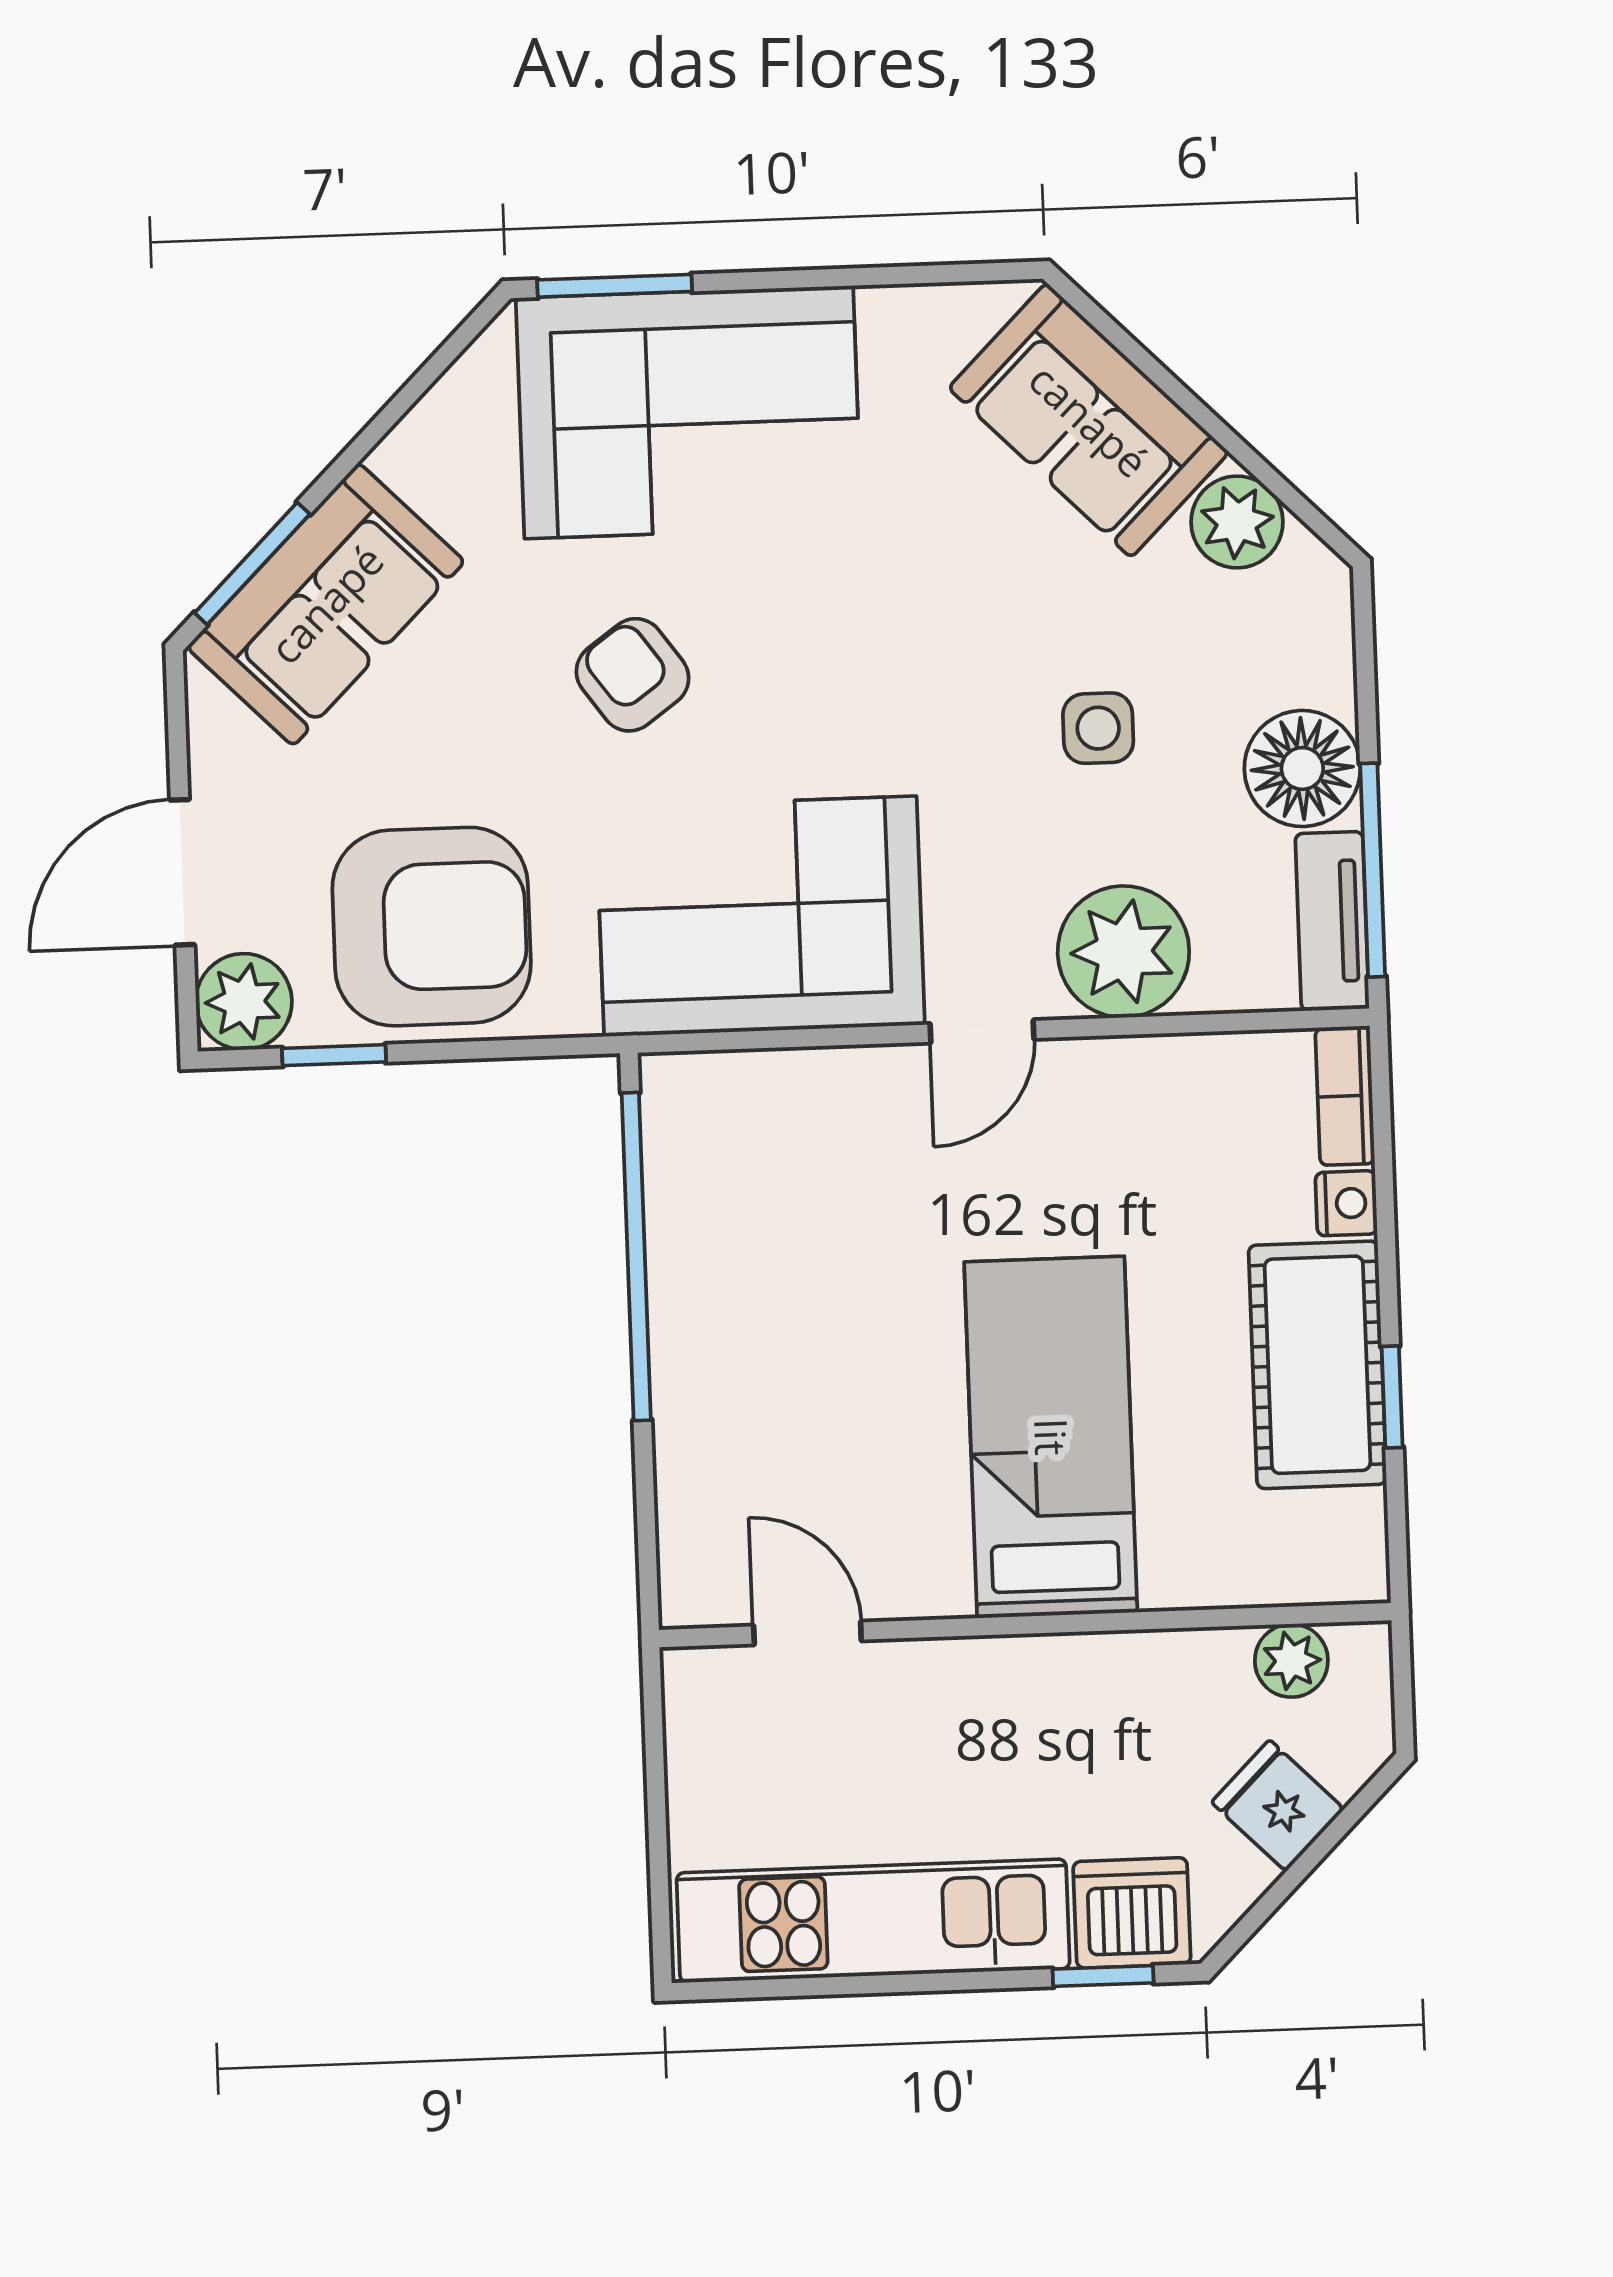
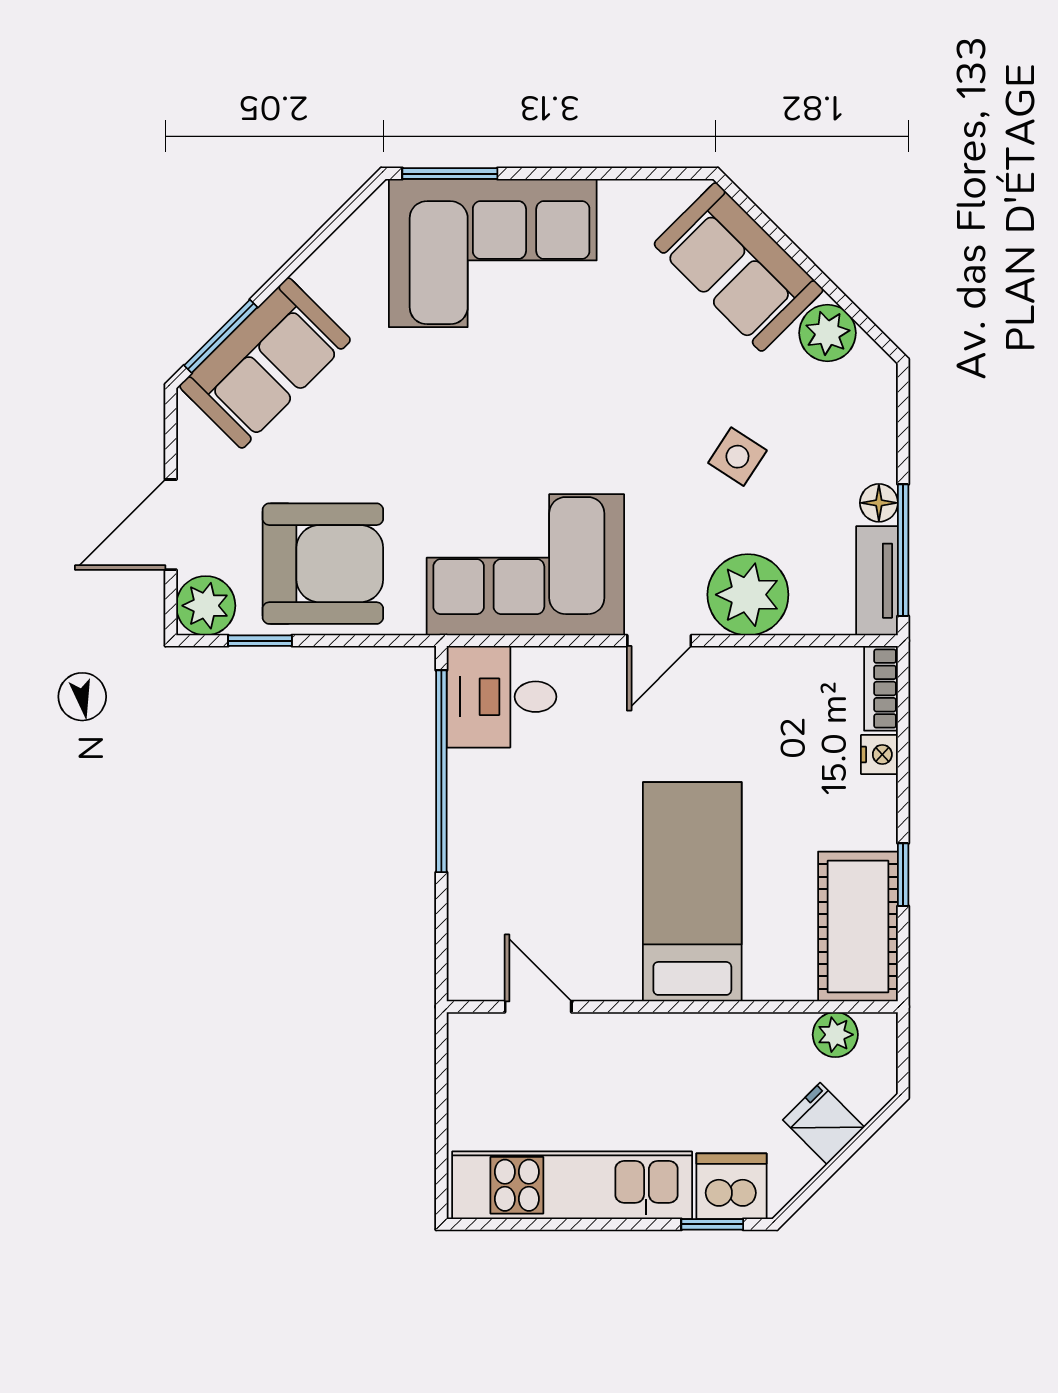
armchair: (633, 675) -> (452, 413), removed
side table: (1098, 728) -> (737, 457), turned 33
floor lamp: (1302, 768) -> (879, 503), width x0.53, depth x0.53
desk: (729, 1132) -> (502, 697), added
cot: (1317, 1365) -> (858, 927), moved

